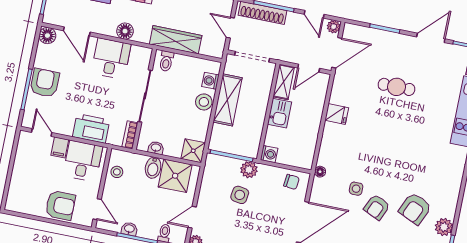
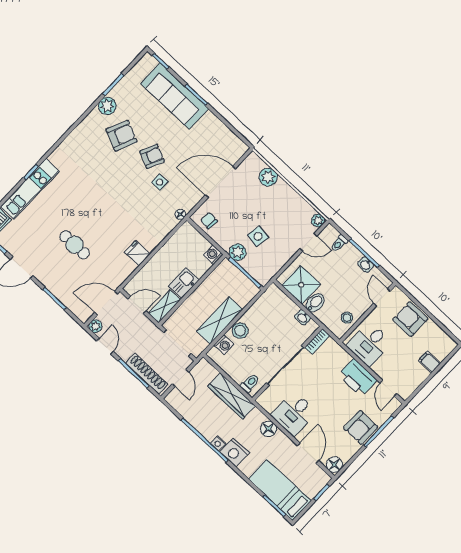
printer: (91, 128) -> (358, 377), moved
filing cabinet: (60, 147) -> (429, 362), moved, turned -90
shower: (193, 151) -> (274, 296), removed

